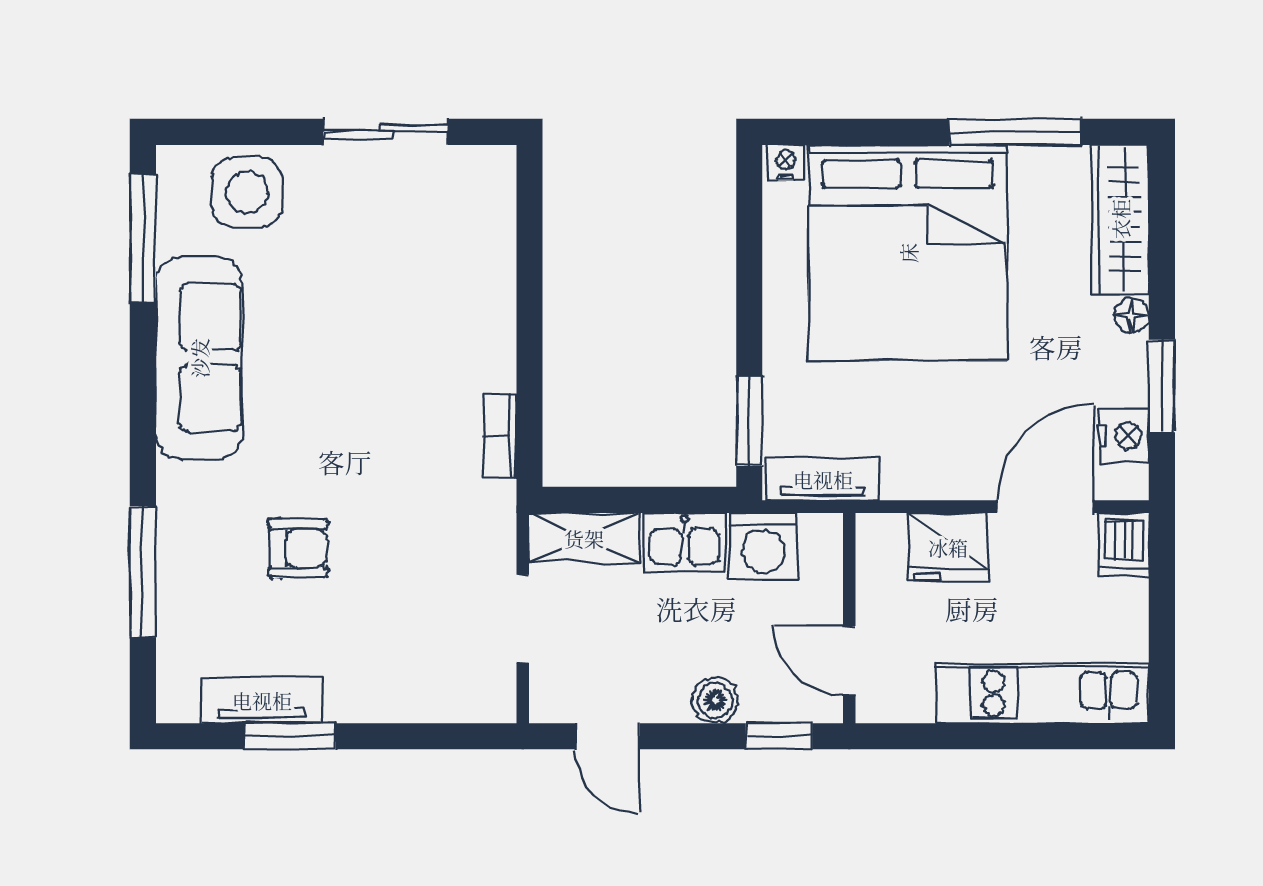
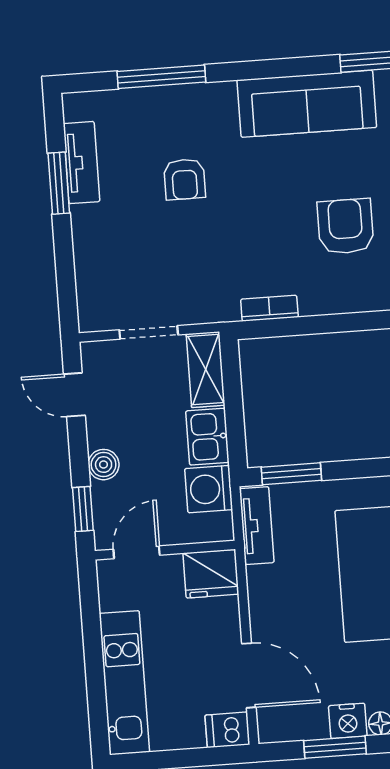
armchair: (386, 313) -> (345, 226), added
nightstand: (1124, 435) -> (348, 721), moved
fridge: (948, 547) -> (211, 574), moved, turned -90
door: (608, 736) -> (74, 395), hinge flipped

